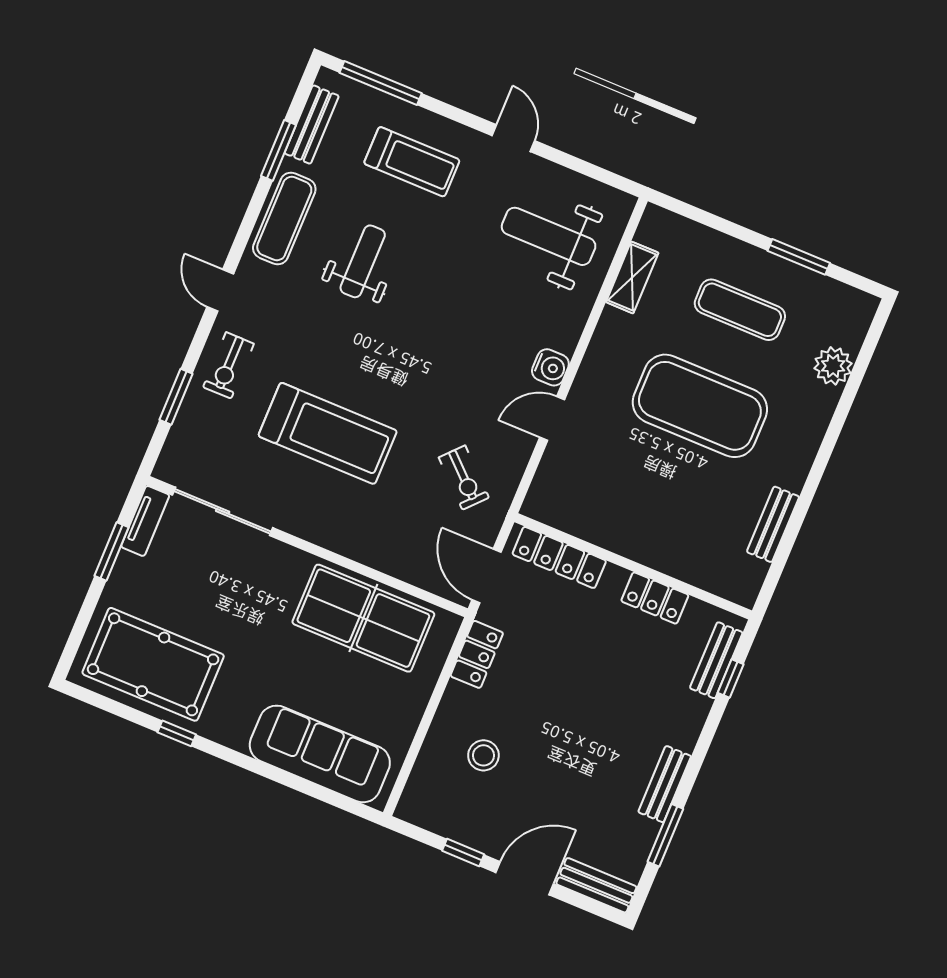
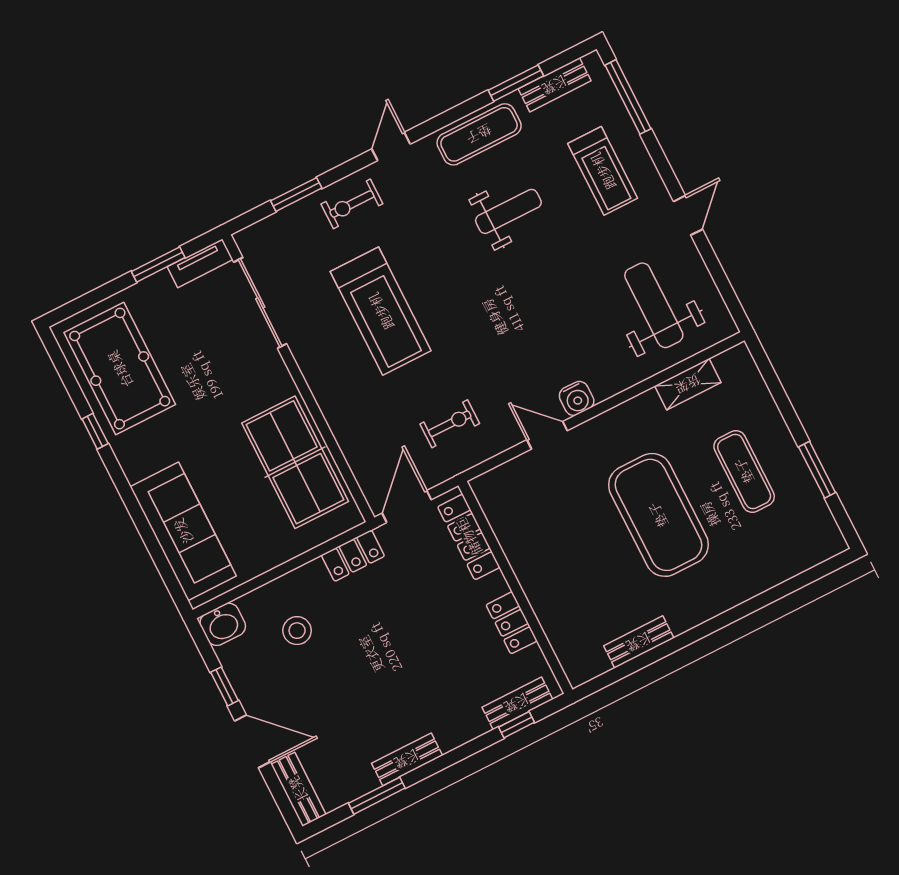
plant: (833, 366) -> (776, 567), removed
exercise bike: (464, 478) -> (450, 424), turned -133
washbasin: (418, 803) -> (223, 624), added

